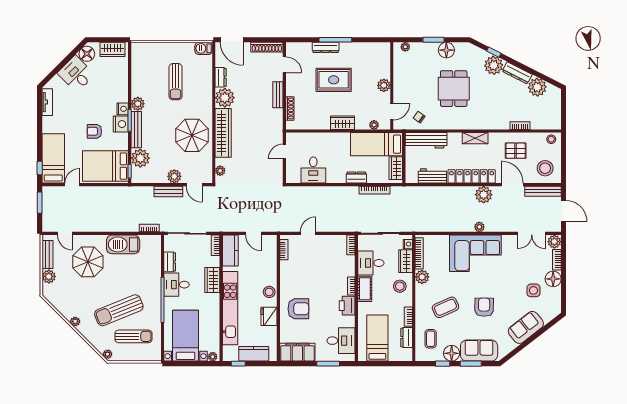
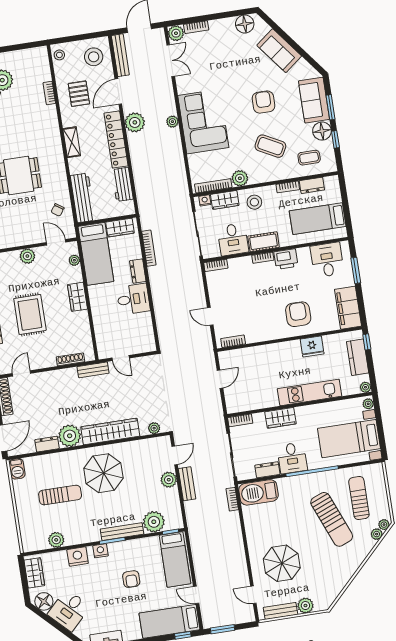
bench: (278, 95) -> (93, 370), moved
plant: (138, 104) -> (56, 540), moved
nightstand: (121, 124) -> (78, 557), moved
parasol: (192, 135) -> (103, 473), moved
bed: (105, 166) -> (175, 559), width x0.67
desk: (313, 170) -> (133, 299), moved
door: (65, 233) -> (253, 595), swing flipped
barbecue: (123, 244) -> (259, 492), moved, turned 90
kitchen counter: (230, 250) -> (244, 402), removed
floor lamp: (553, 279) -> (245, 24), moved
side table: (533, 290) -> (235, 48), removed
stool: (269, 292) -> (284, 351), removed
coffee table: (446, 307) -> (270, 146), turned -38
armchair: (484, 307) -> (263, 102), turned 89
kitchen unit: (230, 308) -> (310, 392), width x0.73
plant: (75, 321) -> (377, 534), moved
plant: (227, 357) -> (366, 387), added
window: (238, 364) -> (367, 342), moved

